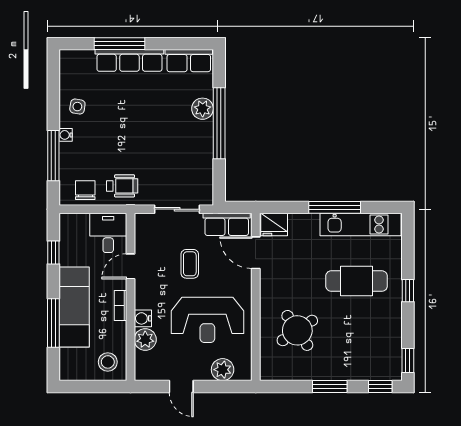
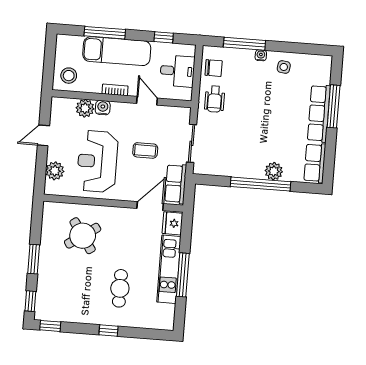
kitchen unit: (360, 224) -> (169, 269), moved
desk: (108, 233) -> (177, 71), moved
cafe table: (357, 281) -> (120, 288), width x0.73, depth x0.74

